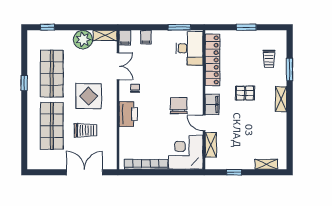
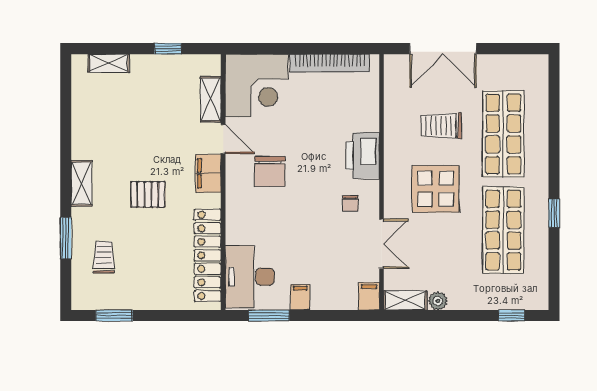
window: (246, 27) -> (114, 316), moved
filing cabinet: (146, 37) -> (300, 297), moved
plant: (83, 40) -> (438, 301), width x0.53, depth x0.53
double door: (118, 66) -> (382, 244), swing flipped

